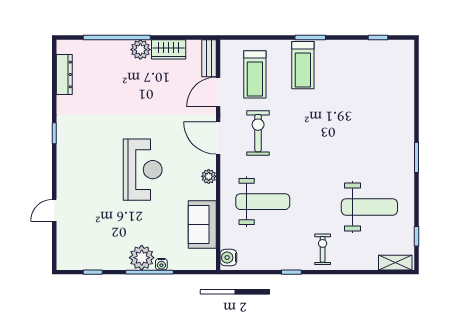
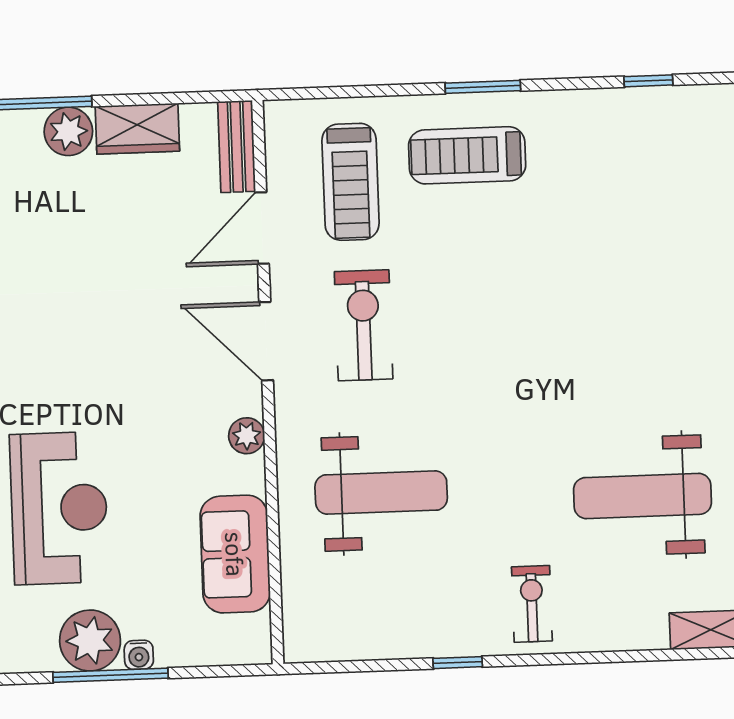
treadmill: (303, 65) -> (467, 155), turned 90
reception desk: (143, 170) -> (59, 508), moved
weight bench: (369, 207) -> (643, 496), turned 180
water cooler: (228, 258) -> (302, 632), removed

